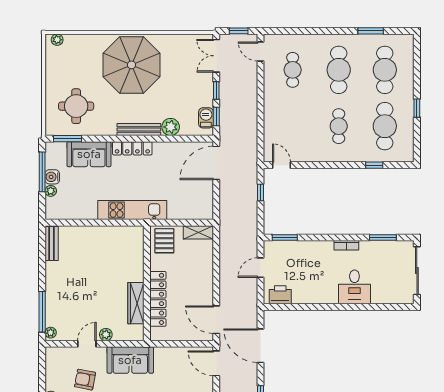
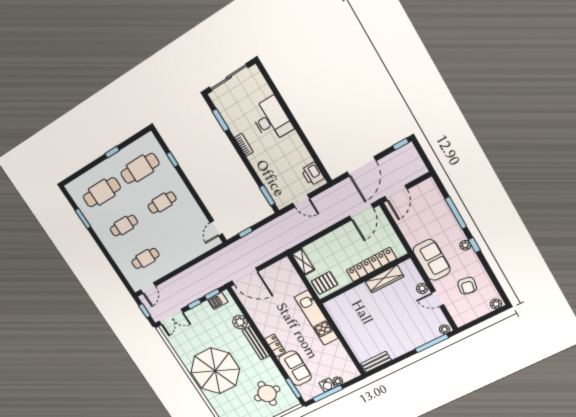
cafe table: (339, 70) -> (124, 226), width x0.73, depth x0.74
locker: (132, 148) -> (275, 345), width x0.66
desk: (354, 287) -> (271, 120), width x1.37

